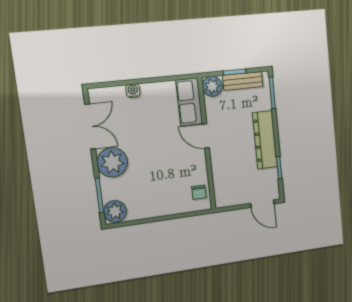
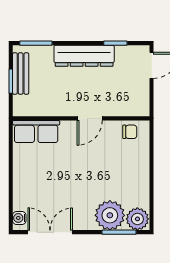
plant: (212, 86) -> (23, 106), removed
water cooler: (133, 91) -> (19, 218), moved
door: (206, 136) -> (90, 118), moved
plant: (112, 162) -> (110, 215), moved

